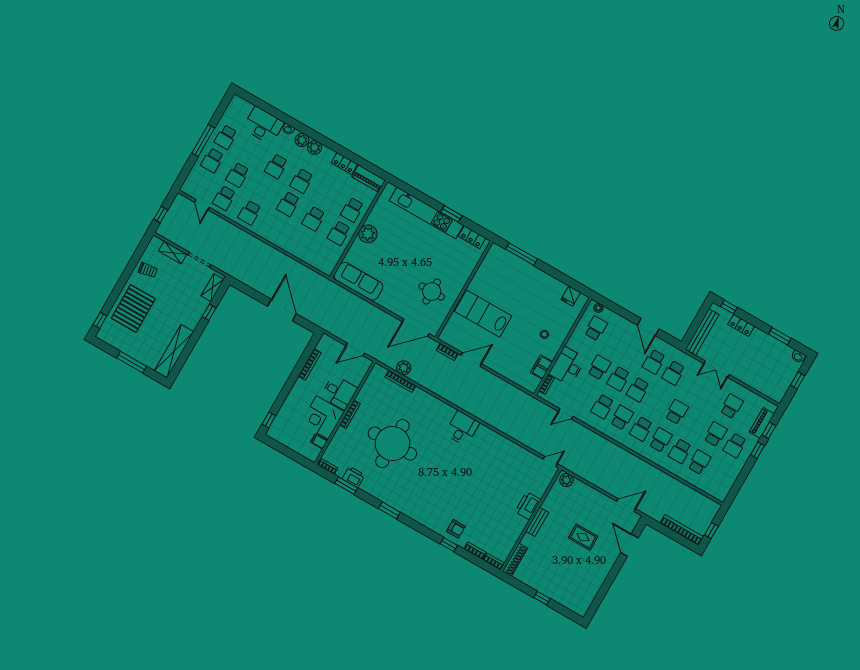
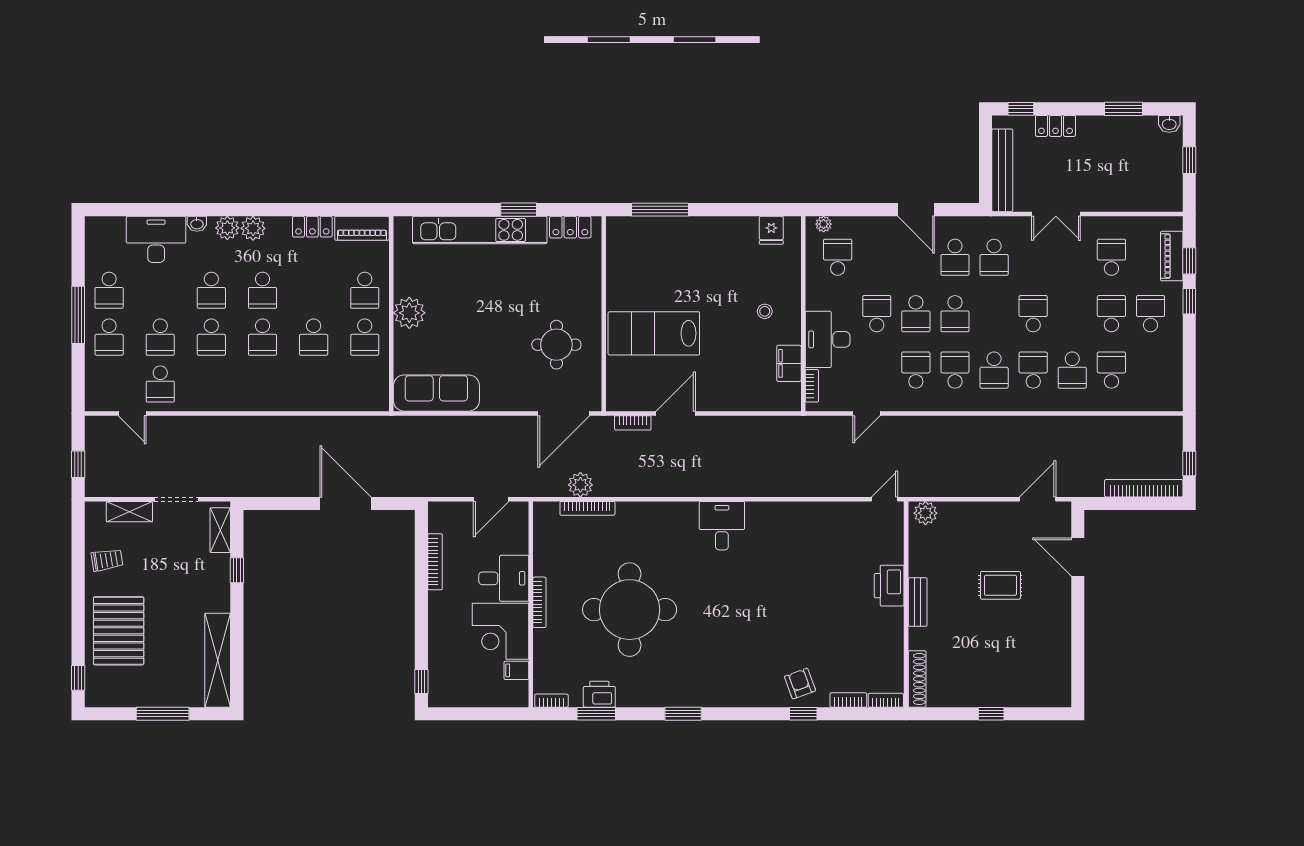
school desk: (250, 213) -> (211, 337), moved
school desk: (602, 406) -> (916, 370), turned 180
school desk: (735, 445) -> (1151, 314), turned 180
armchair: (456, 529) -> (800, 684), turned -110

